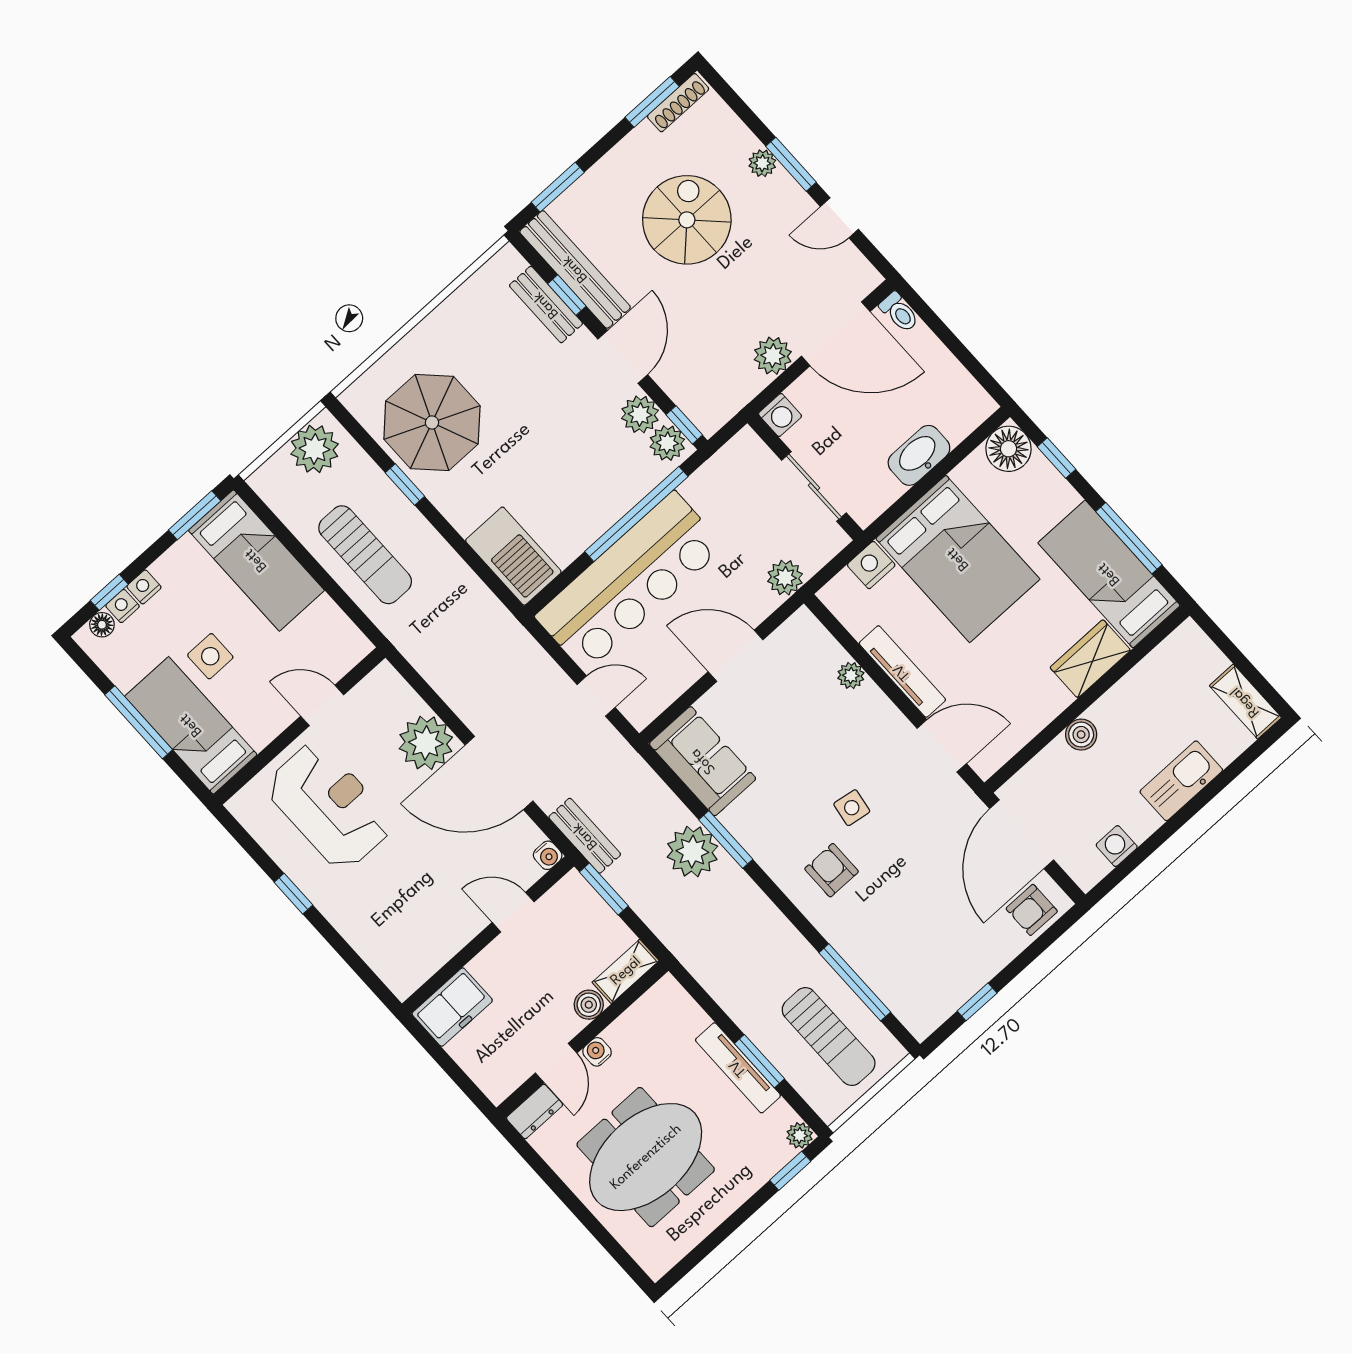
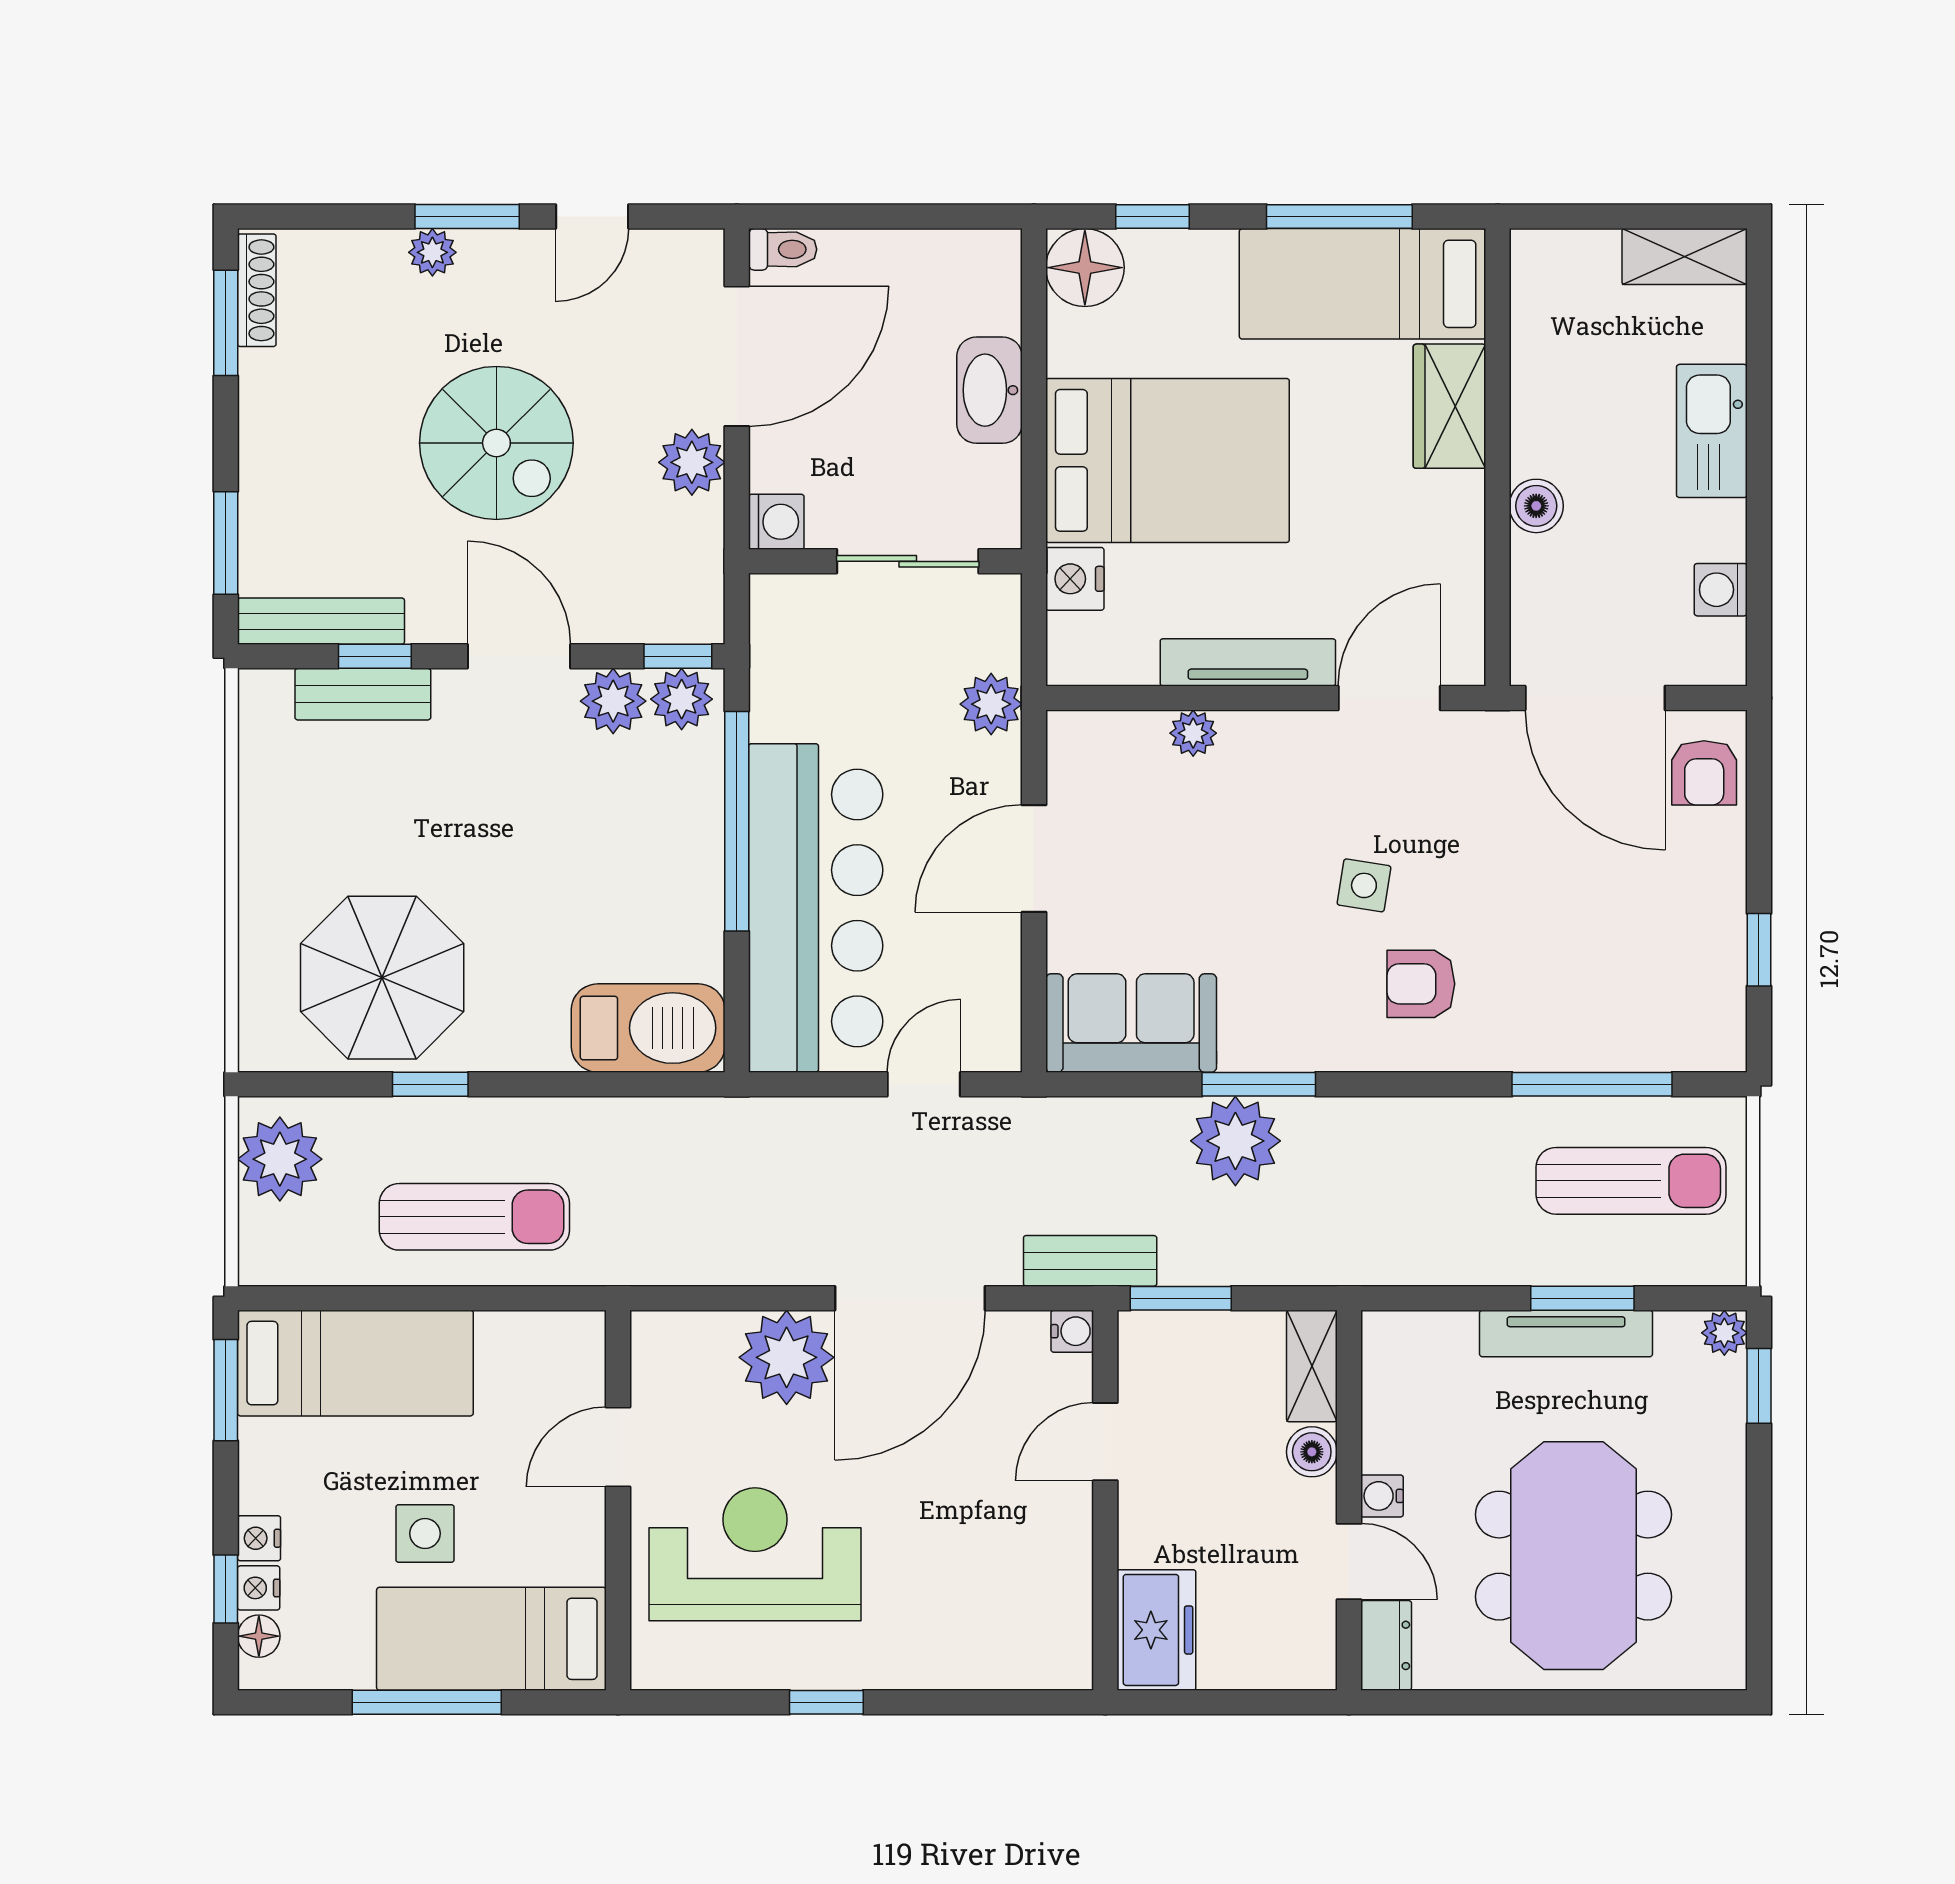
spiral stairs: (687, 220) -> (496, 443), moved, turned 180
bench: (575, 269) -> (321, 621), width x0.73, depth x0.82

